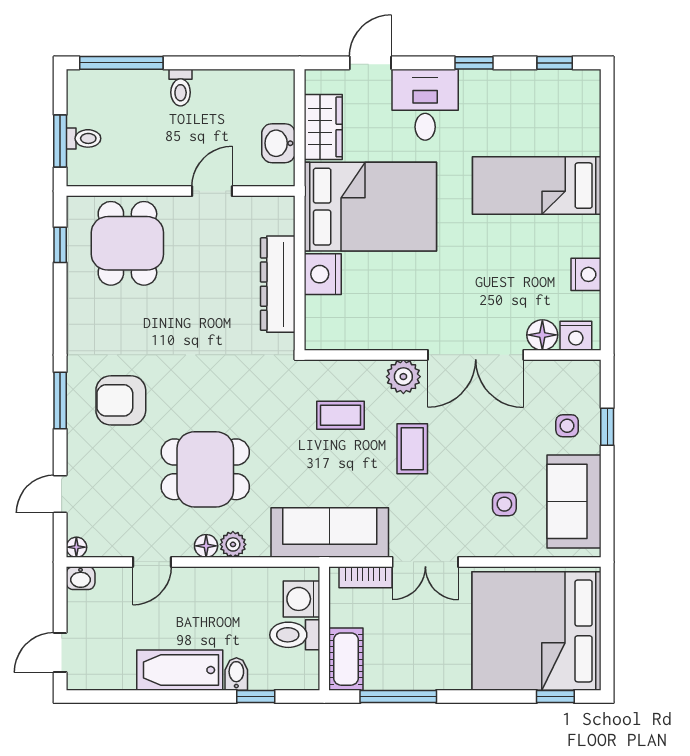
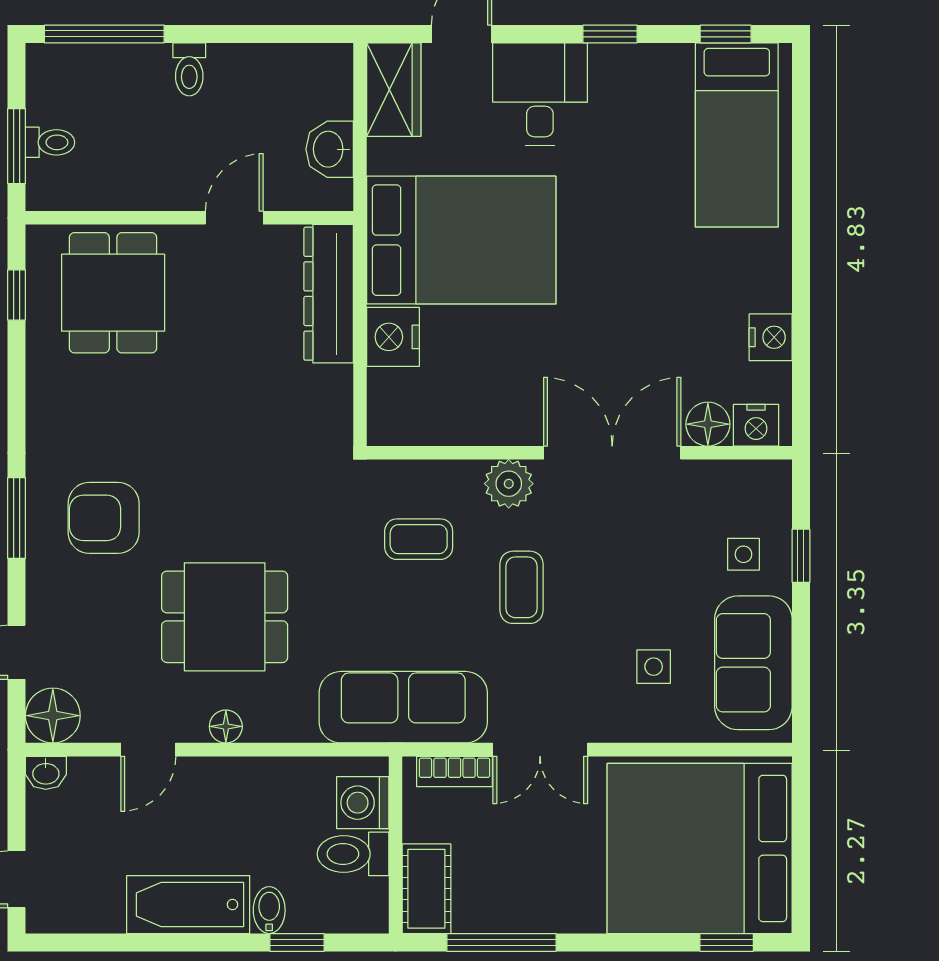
wardrobe: (323, 127) -> (394, 90), moved
bed: (537, 186) -> (737, 135), moved, turned -90
dresser: (278, 284) -> (329, 294), moved
double door: (476, 355) -> (612, 453), swing flipped
plant: (233, 544) -> (264, 724), removed
floor lamp: (76, 547) -> (53, 716), width x1.89, depth x1.89

